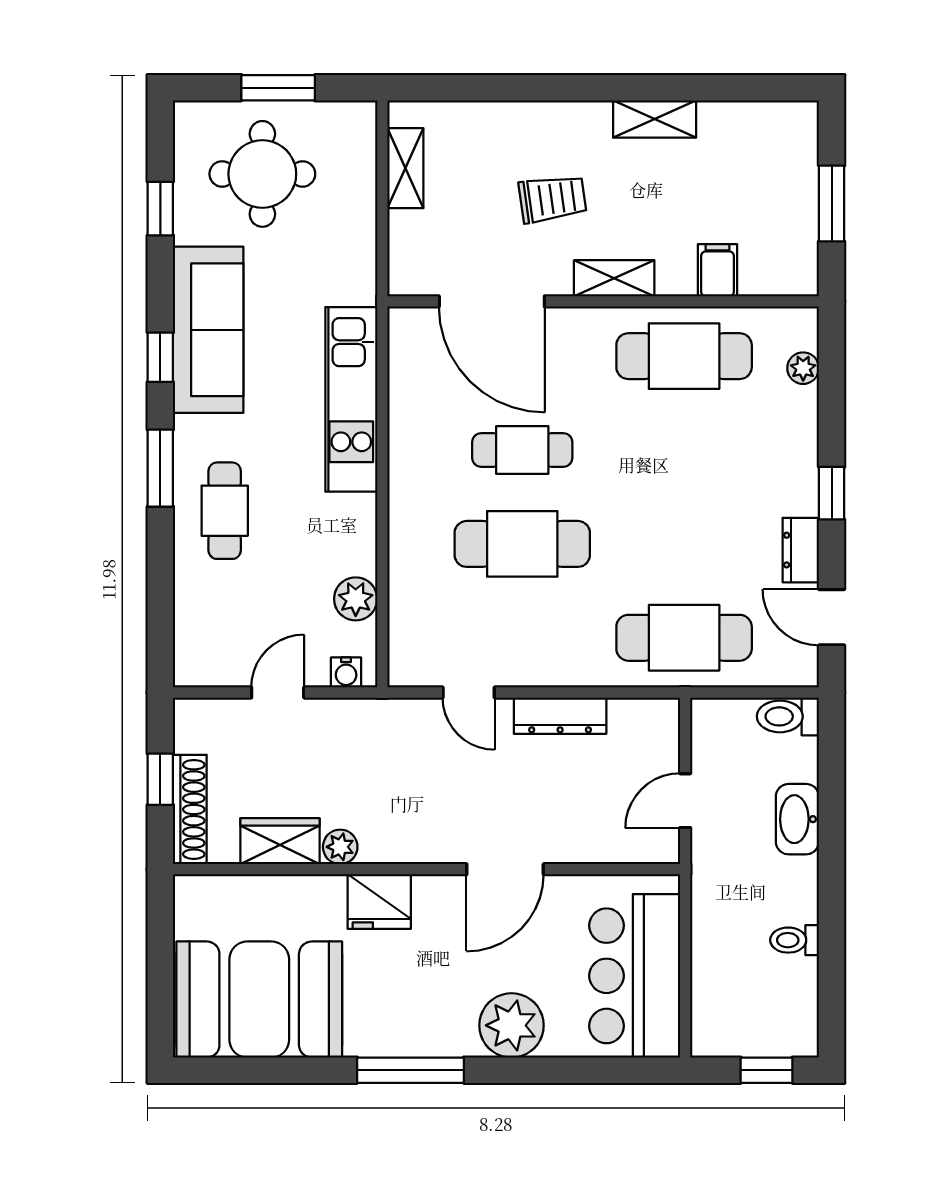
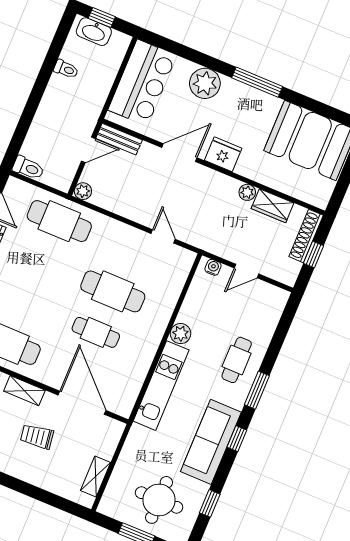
plant: (356, 599) -> (180, 334), moved
dresser: (560, 716) -> (127, 210), removed
plant: (662, 716) -> (83, 191), added
washbasin: (797, 819) -> (94, 32), moved, turned 90
bench: (634, 847) -> (119, 139), added
fridge: (379, 902) -> (223, 154), moved

